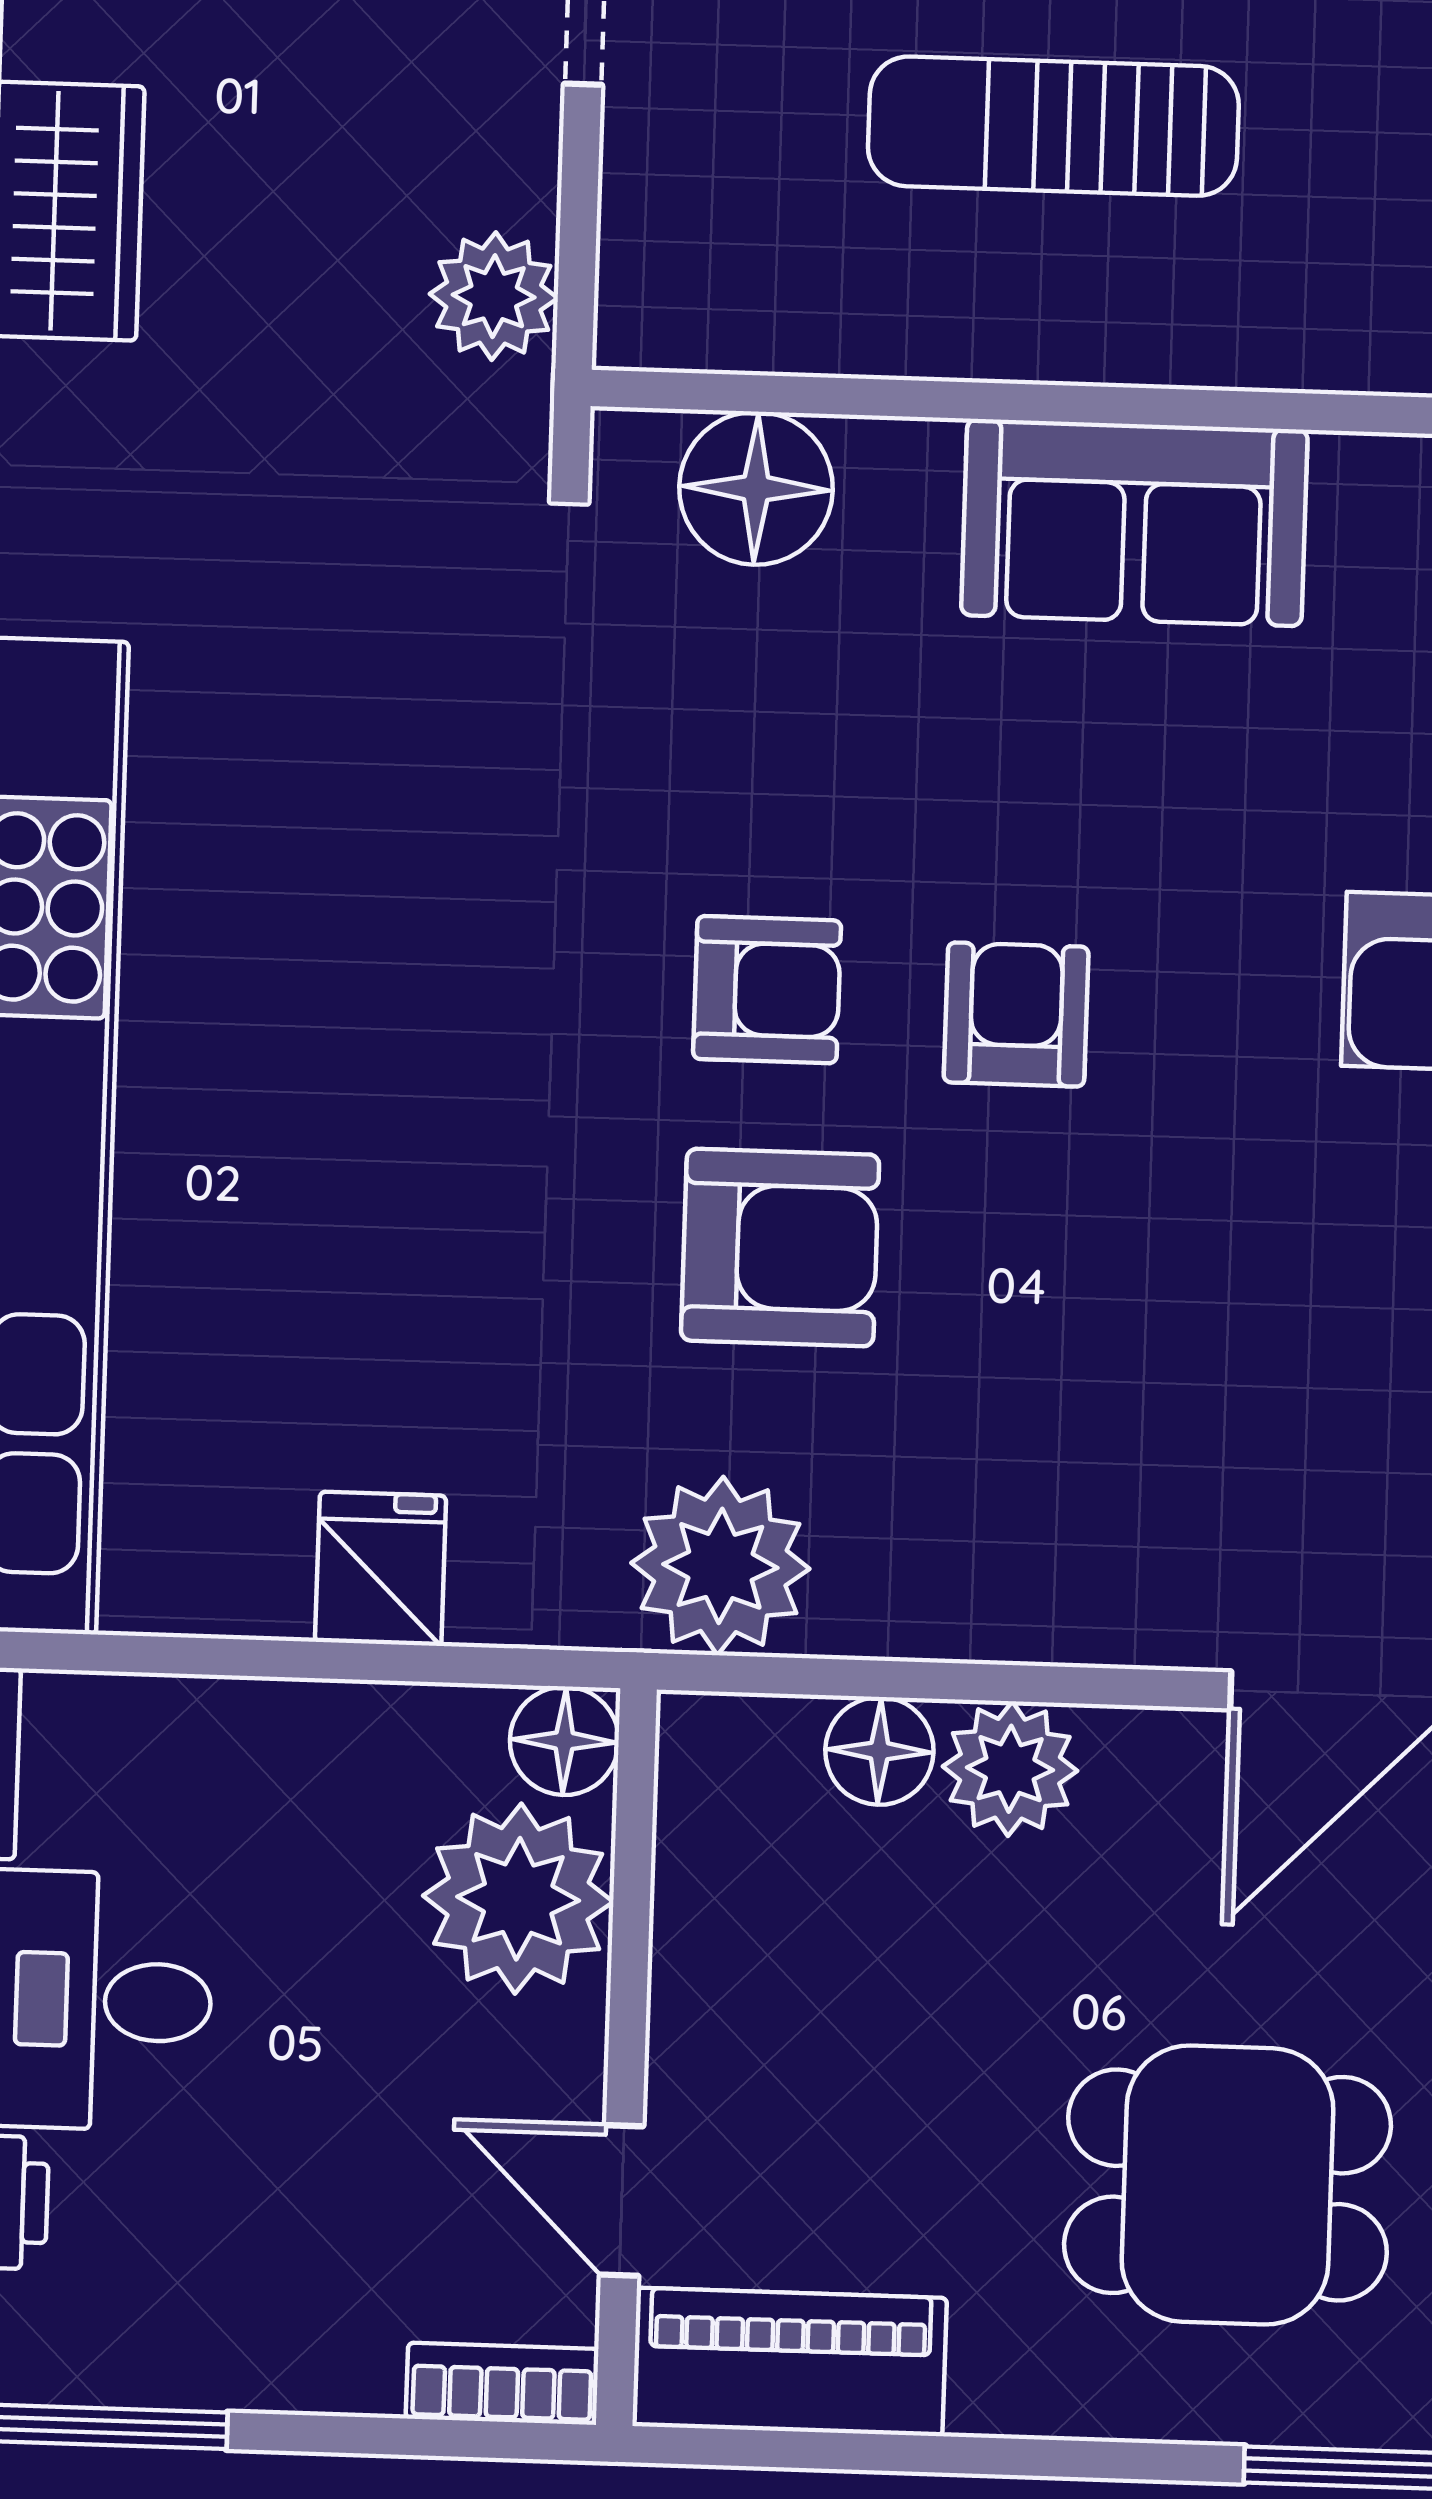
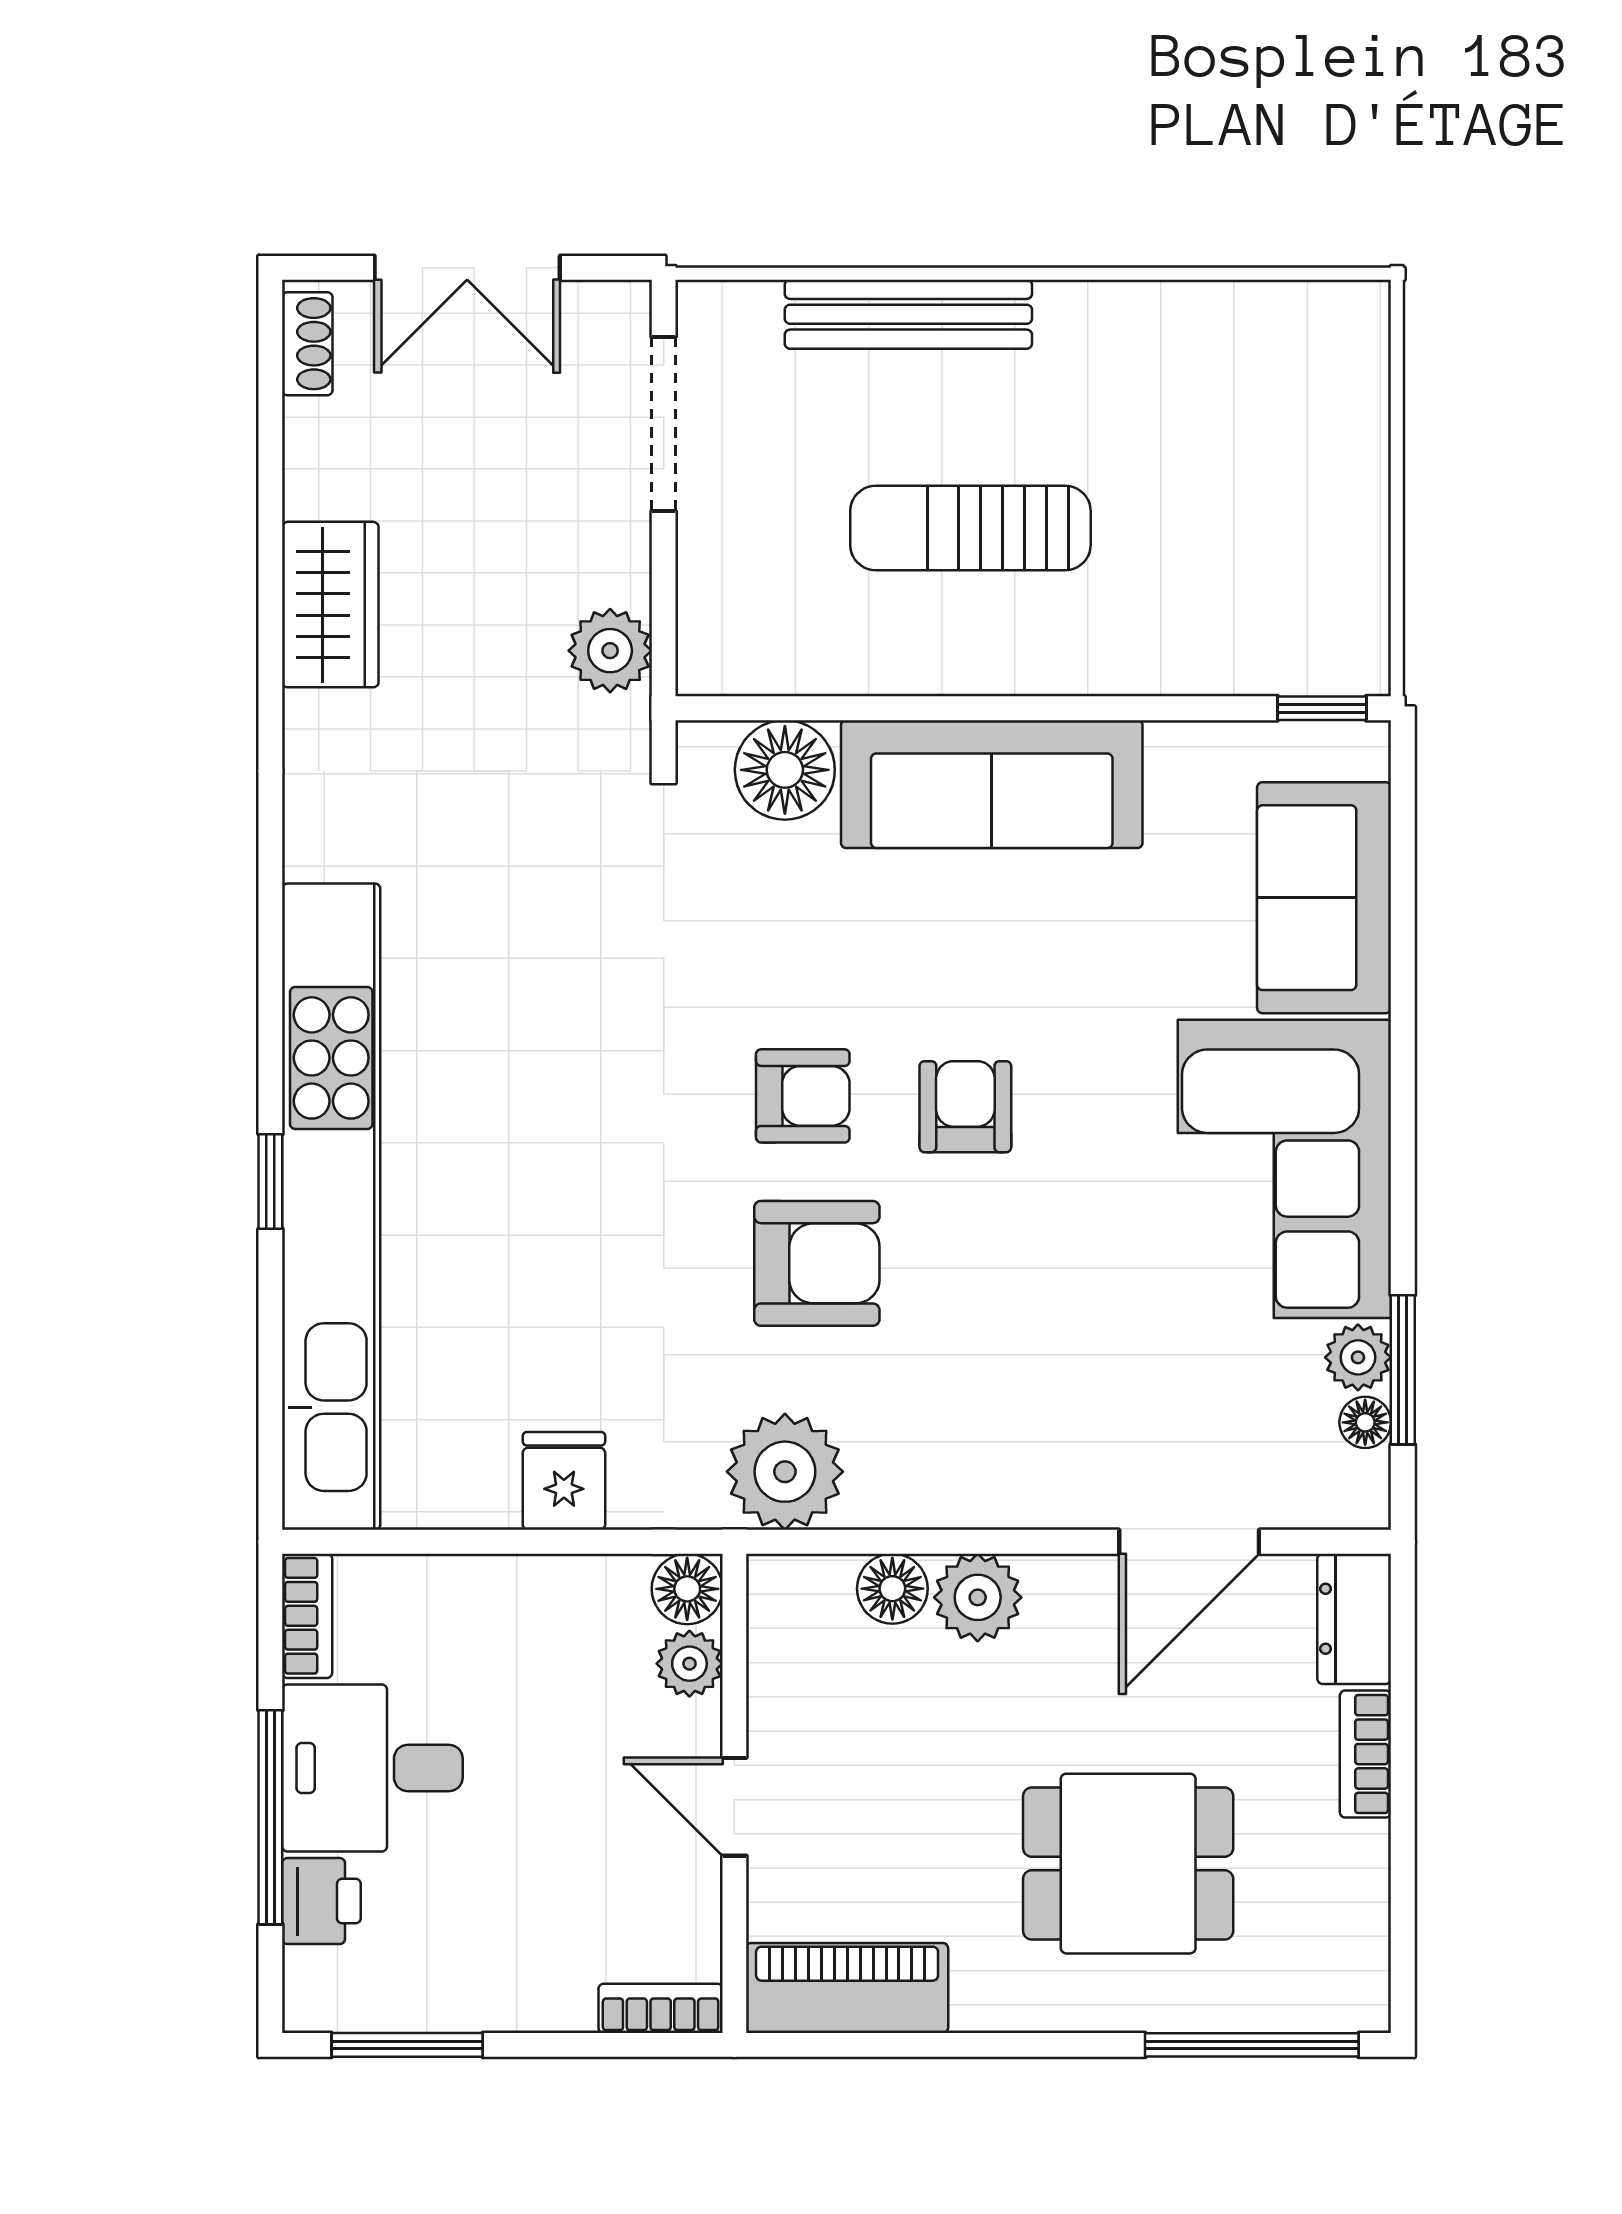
sofa: (1134, 522) -> (992, 784), width x1.36
plant: (518, 1899) -> (689, 1664), width x0.53, depth x0.53
door: (622, 2200) -> (734, 1807), moved

